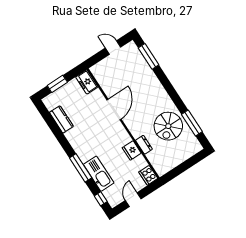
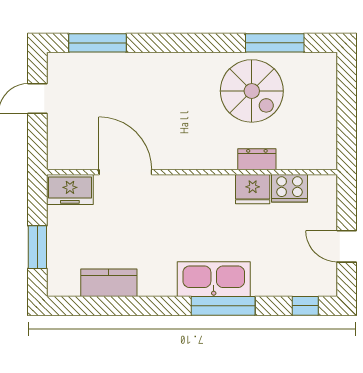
door: (114, 109) -> (125, 172), moved
kitchen sink: (99, 174) -> (214, 279), moved
cooker: (148, 175) -> (289, 188), moved

